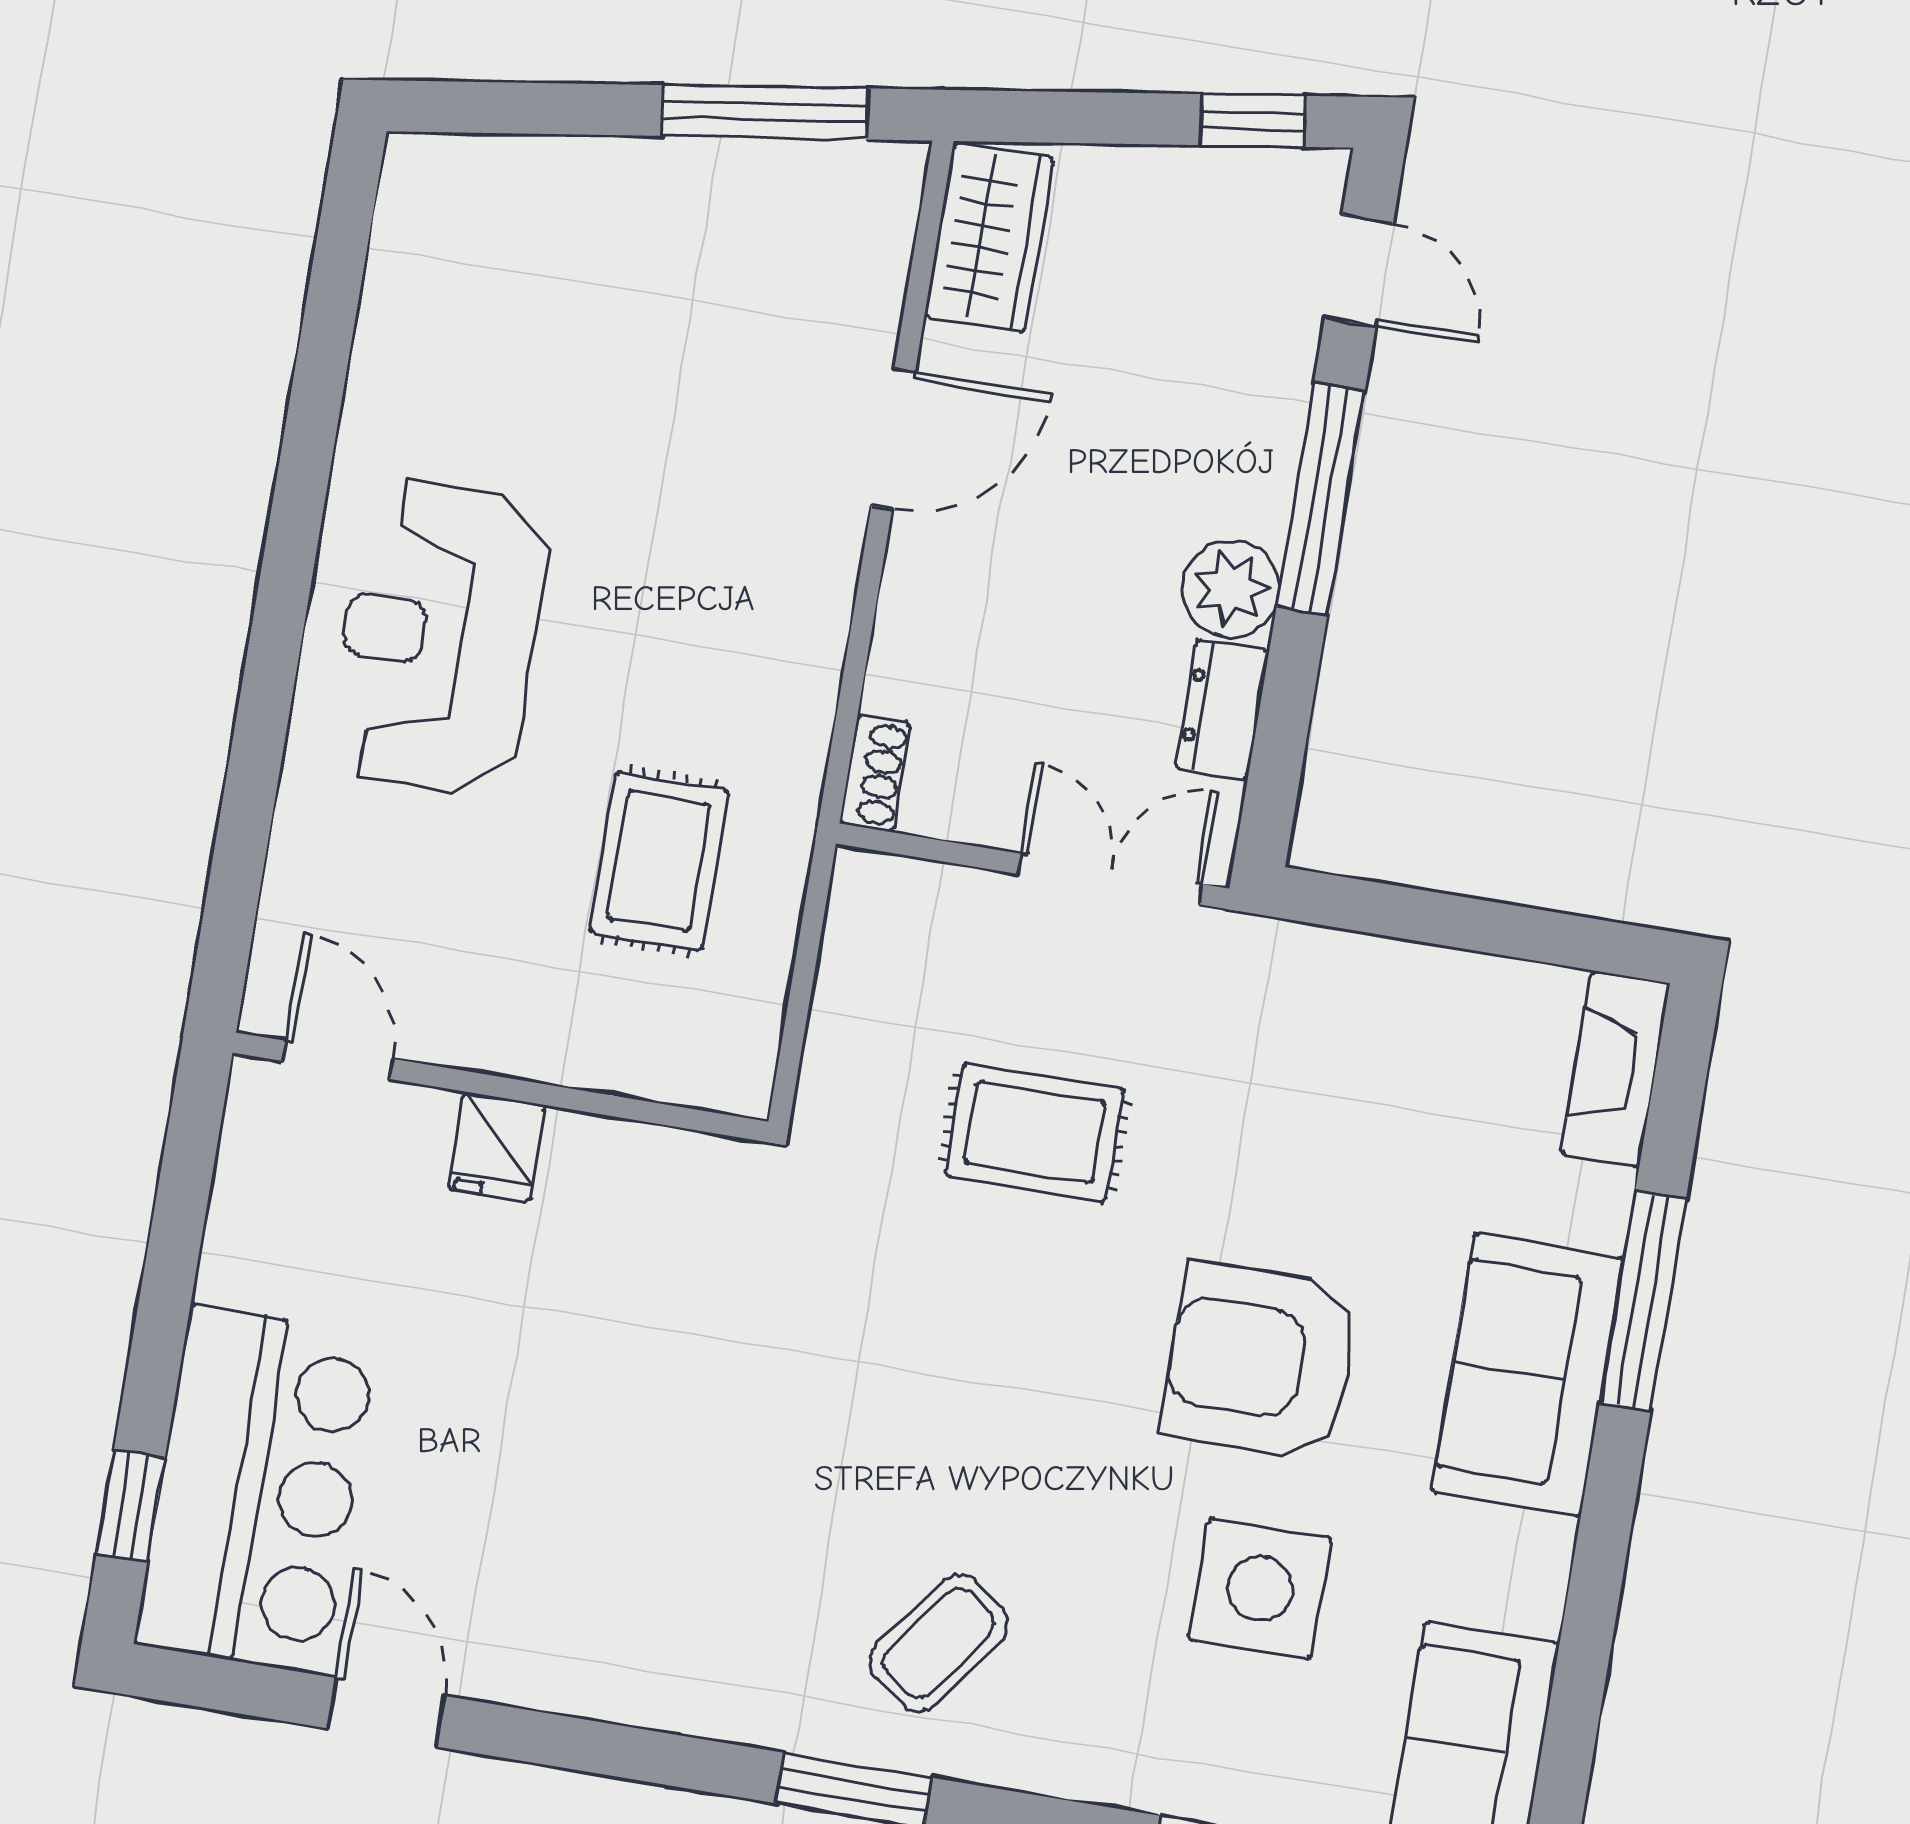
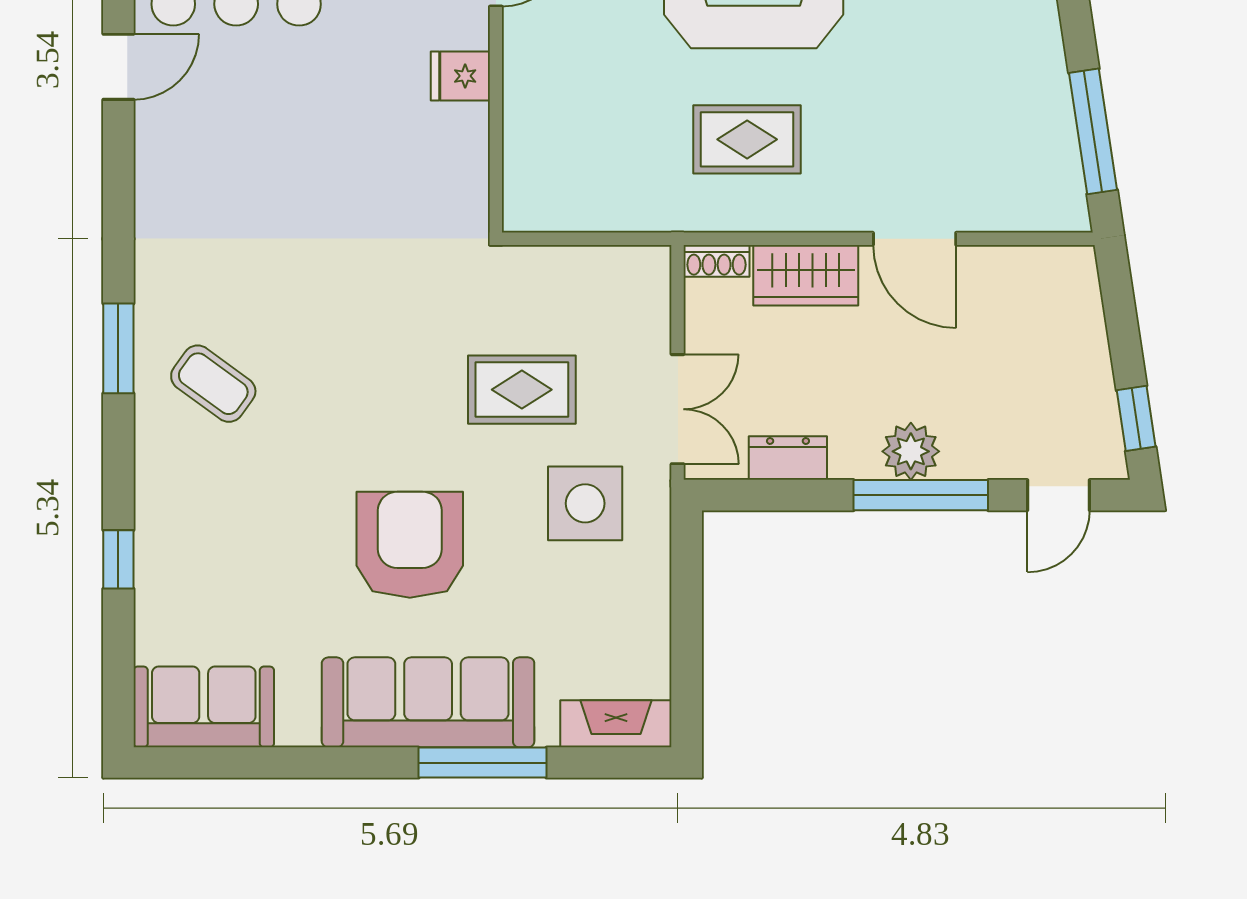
wardrobe: (989, 238) -> (806, 275), moved
plant: (1231, 588) -> (911, 451), moved
rug: (659, 861) -> (747, 139), moved
rug: (1034, 1132) -> (522, 390), turned 90
sofa: (1528, 1375) -> (428, 702), width x1.36
side table: (1260, 1589) -> (585, 503), moved

